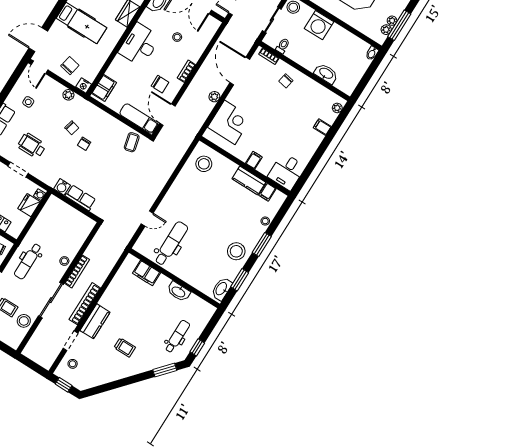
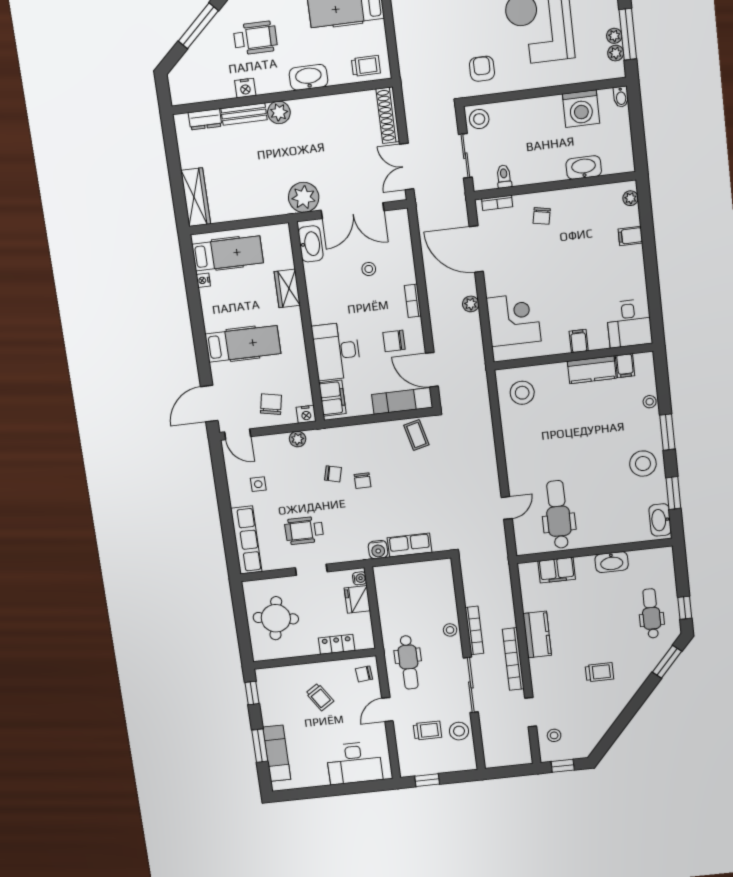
washing machine: (319, 25) -> (581, 109), moved
desk: (139, 45) -> (336, 351), moved
chair: (160, 84) -> (394, 341), turned 180
kitchen counter: (95, 321) -> (537, 634), moved

